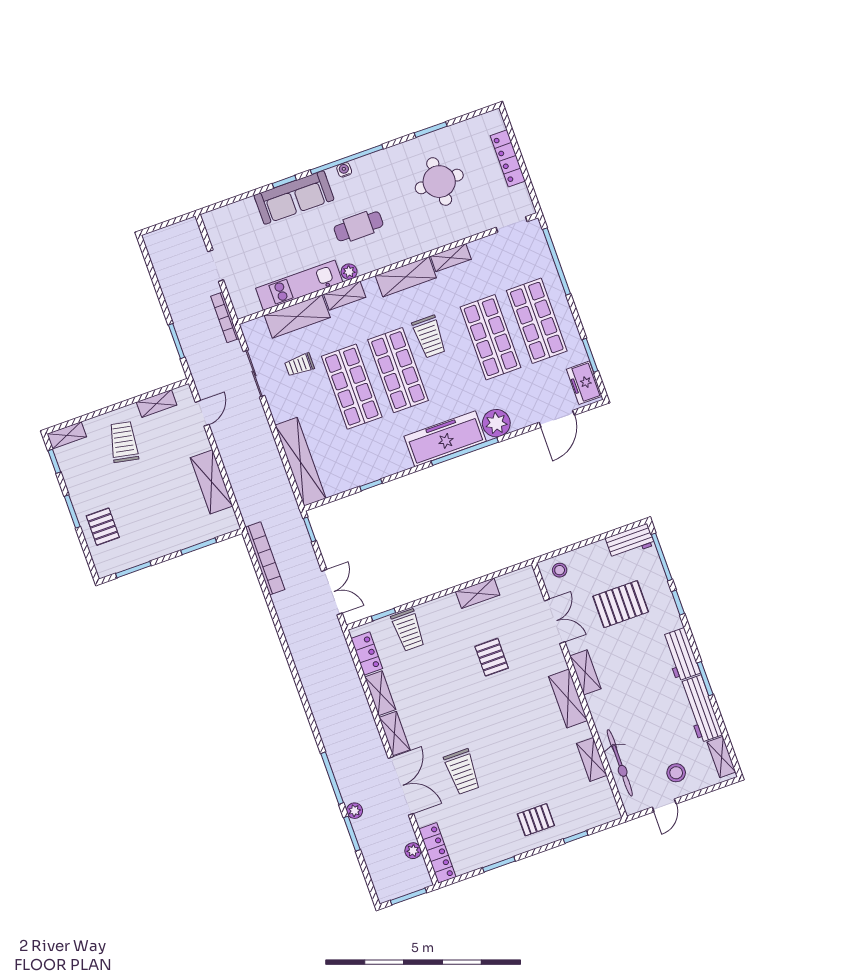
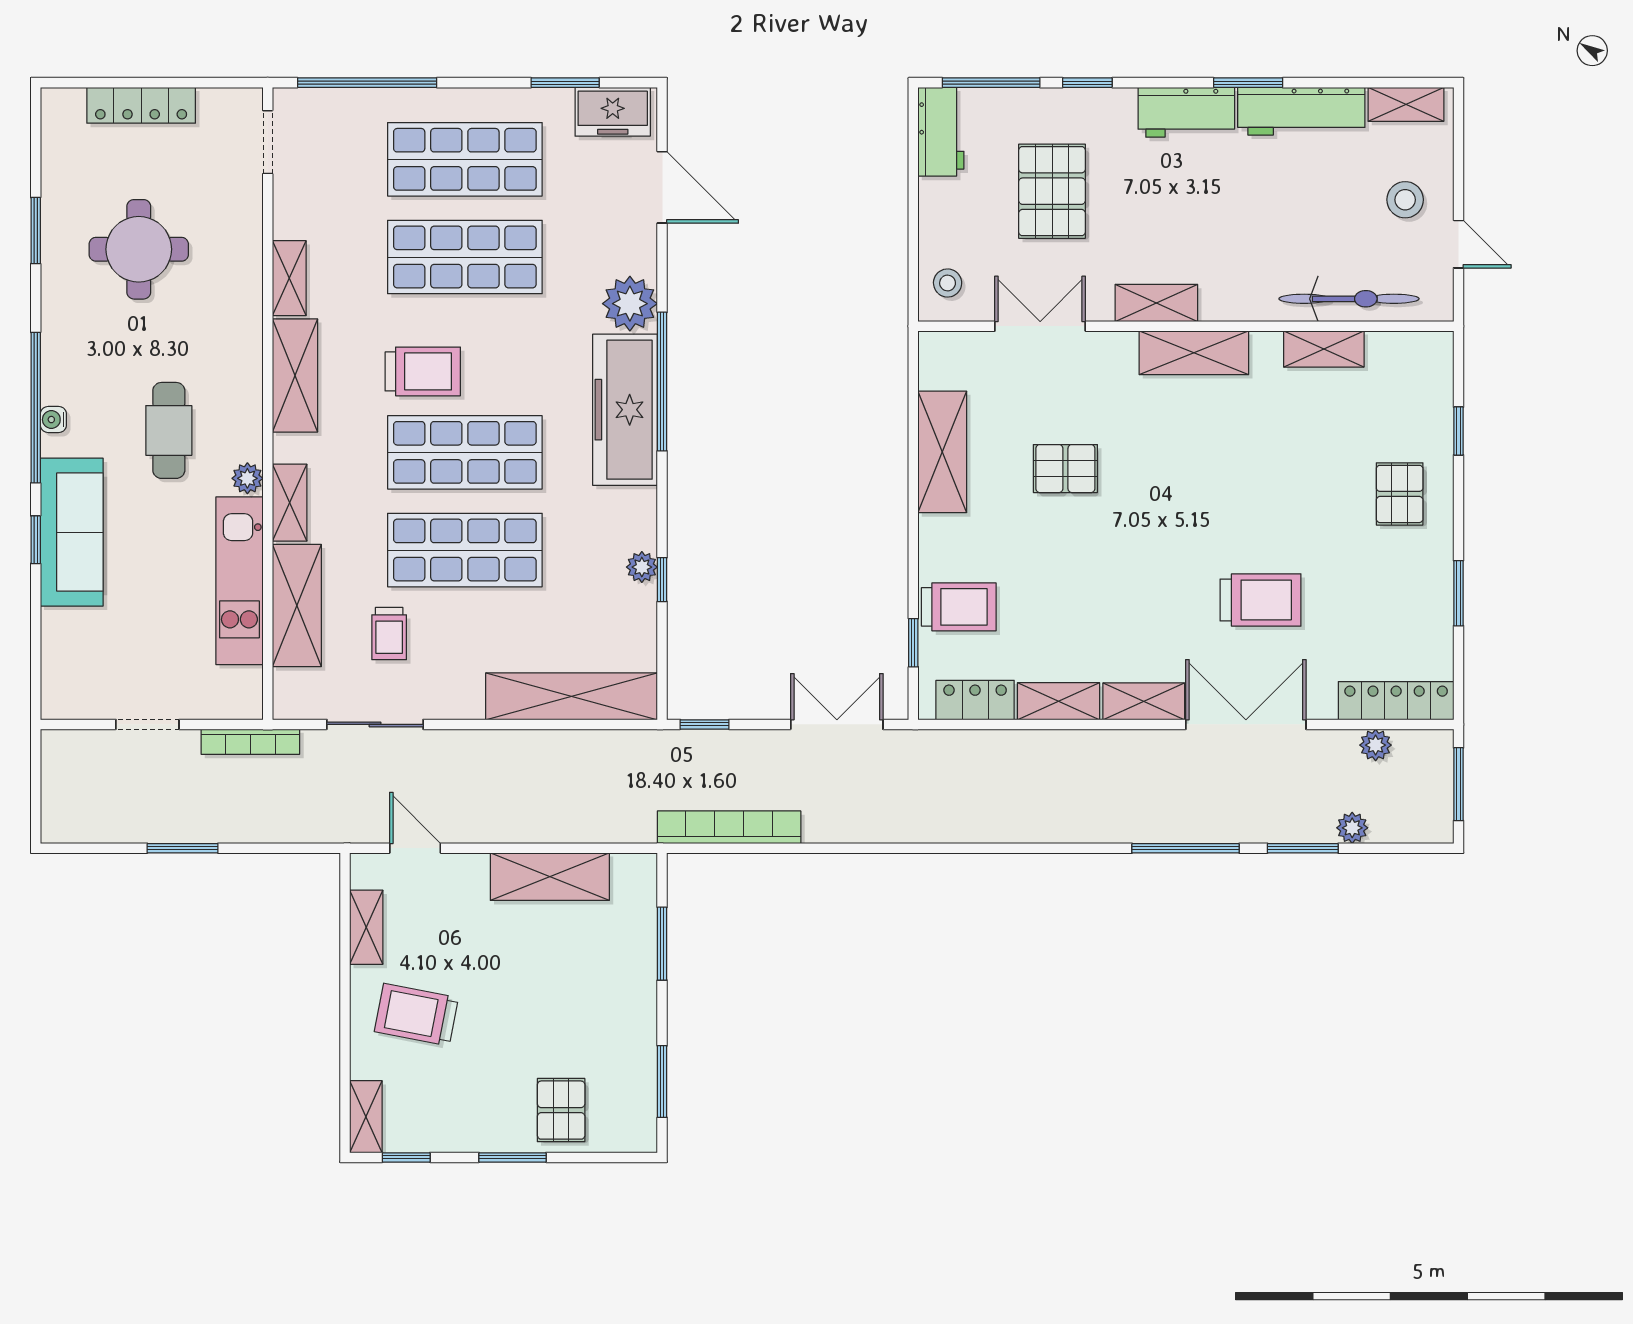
window: (177, 341) -> (183, 848), moved
plant: (374, 473) -> (642, 567), added
pallet: (103, 527) -> (561, 1110), turned 90
shelving: (478, 593) -> (942, 452), width x1.50, depth x1.33
plant: (355, 811) -> (1352, 828), moved

